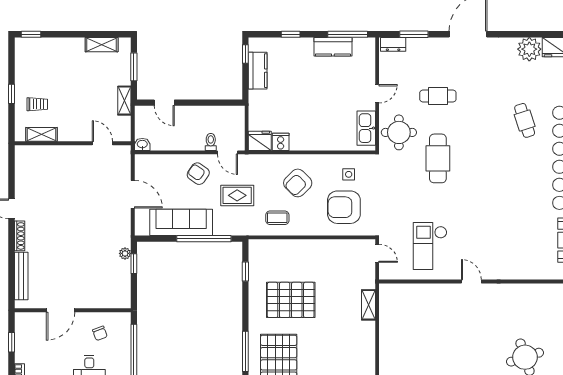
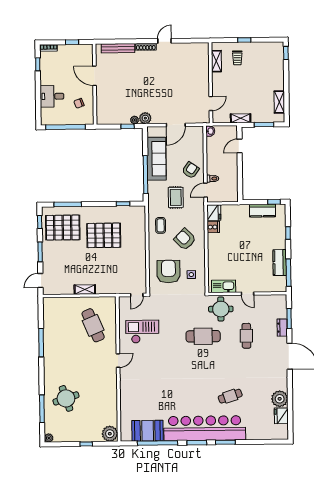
dresser: (393, 44) -> (282, 328), moved
plant: (122, 238) -> (145, 118), added
pallet: (291, 300) -> (104, 235), turned 90
shelving: (368, 305) -> (85, 290), moved
cafe table: (420, 317) -> (93, 325), added

